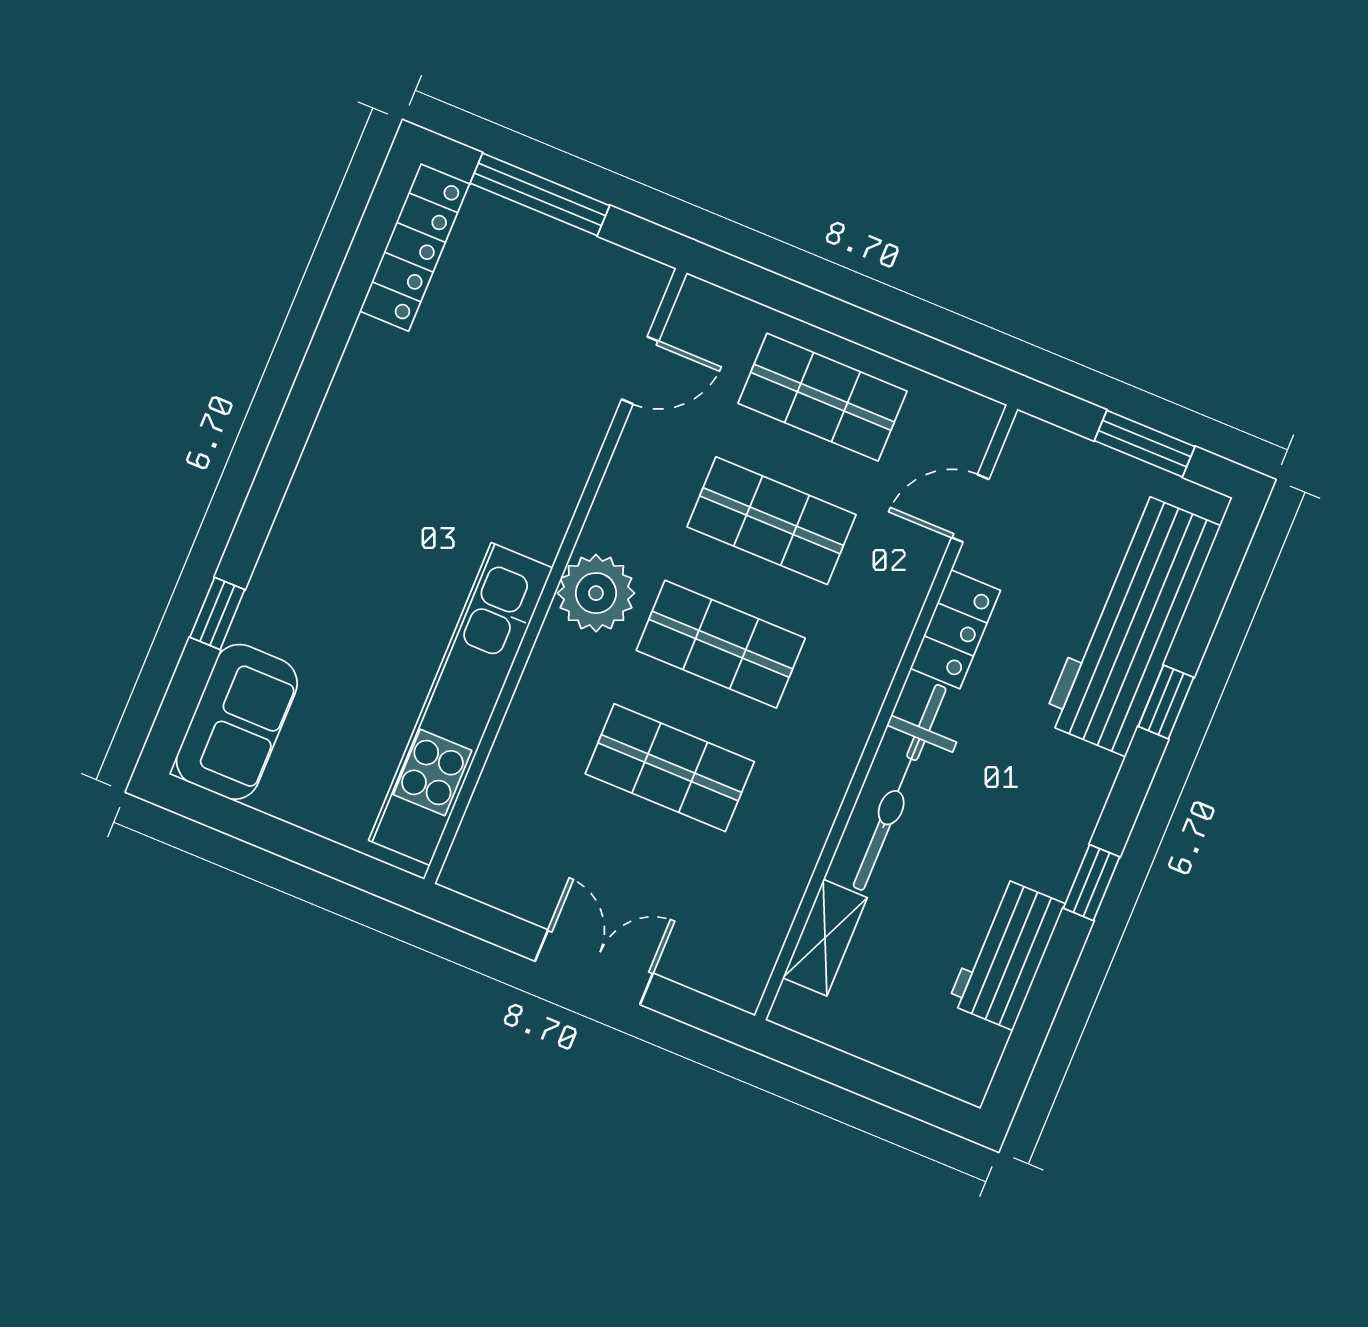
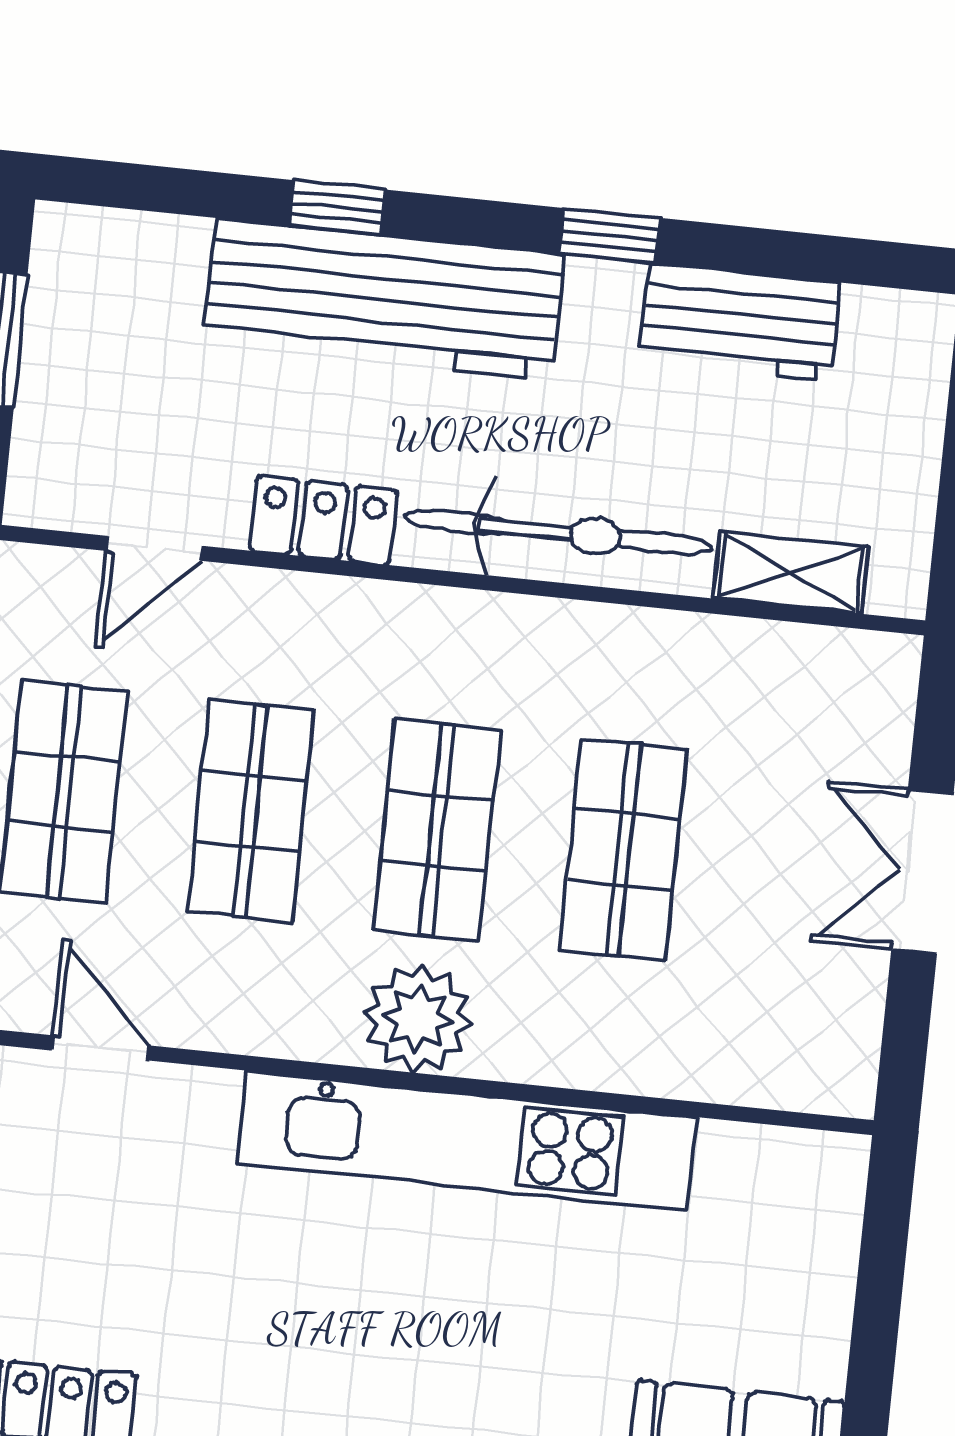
door: (970, 508) -> (154, 548), hinge flipped
workbench: (1131, 624) -> (384, 300), moved
kitchen unit: (461, 704) -> (467, 1140), moved

